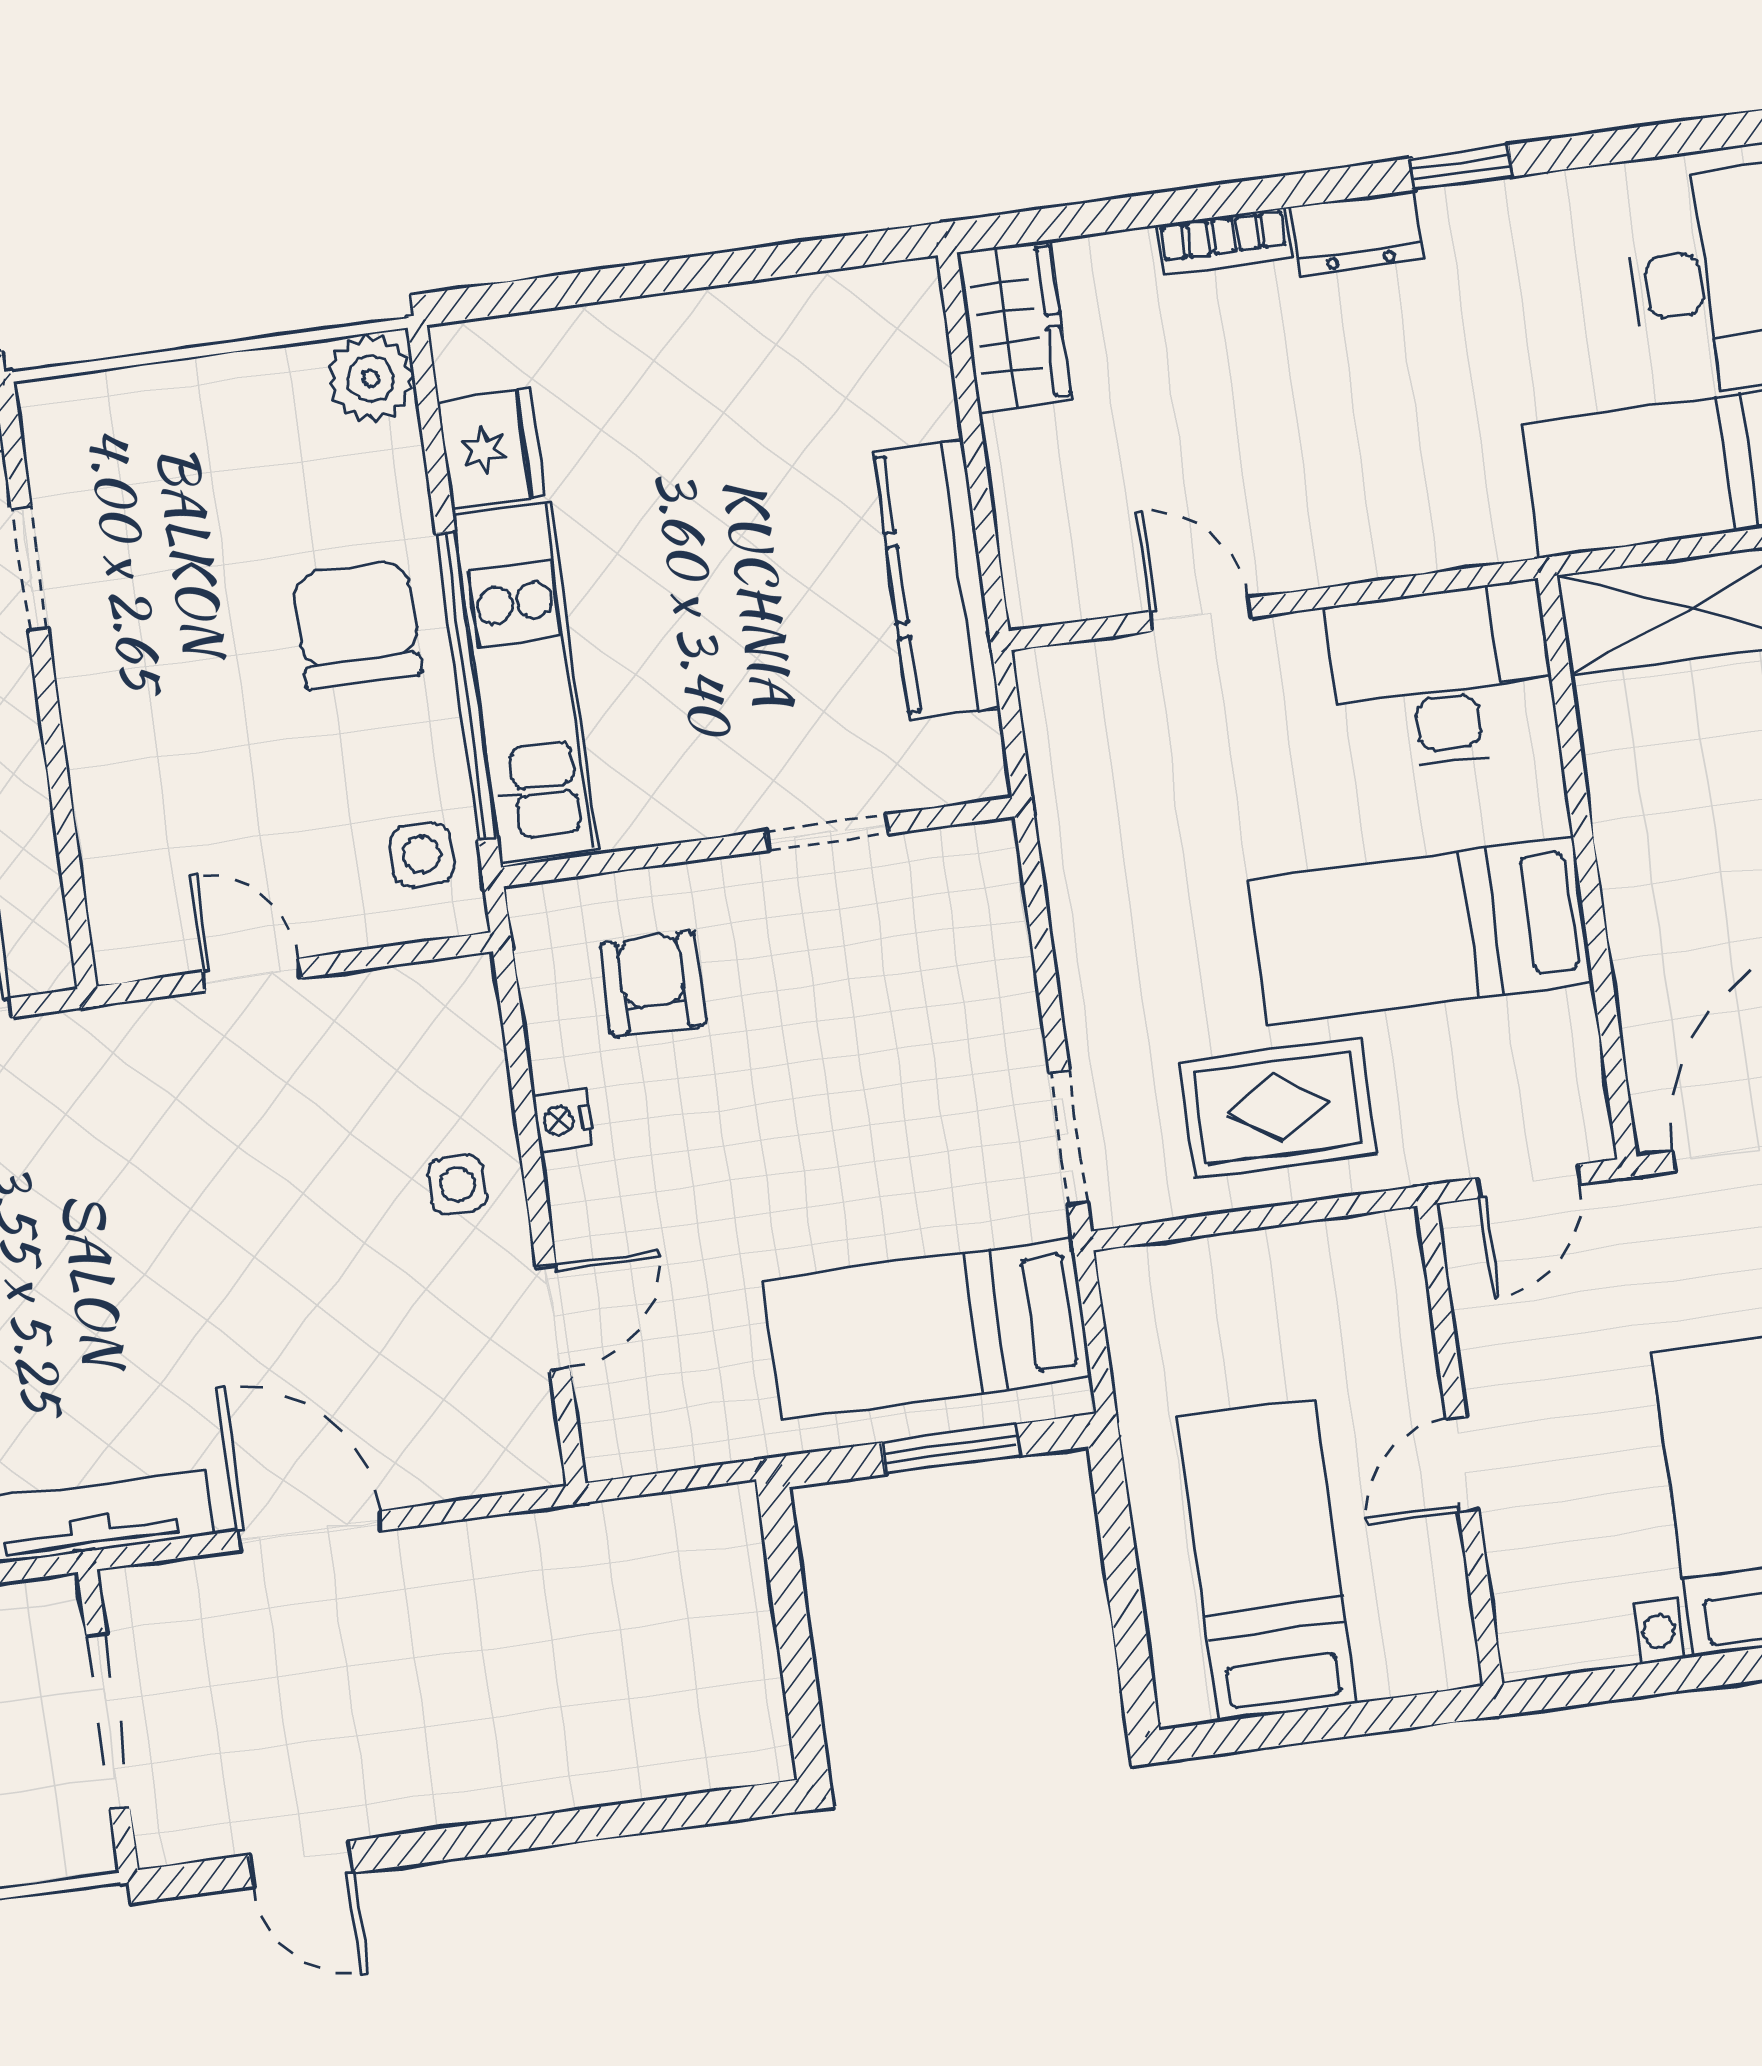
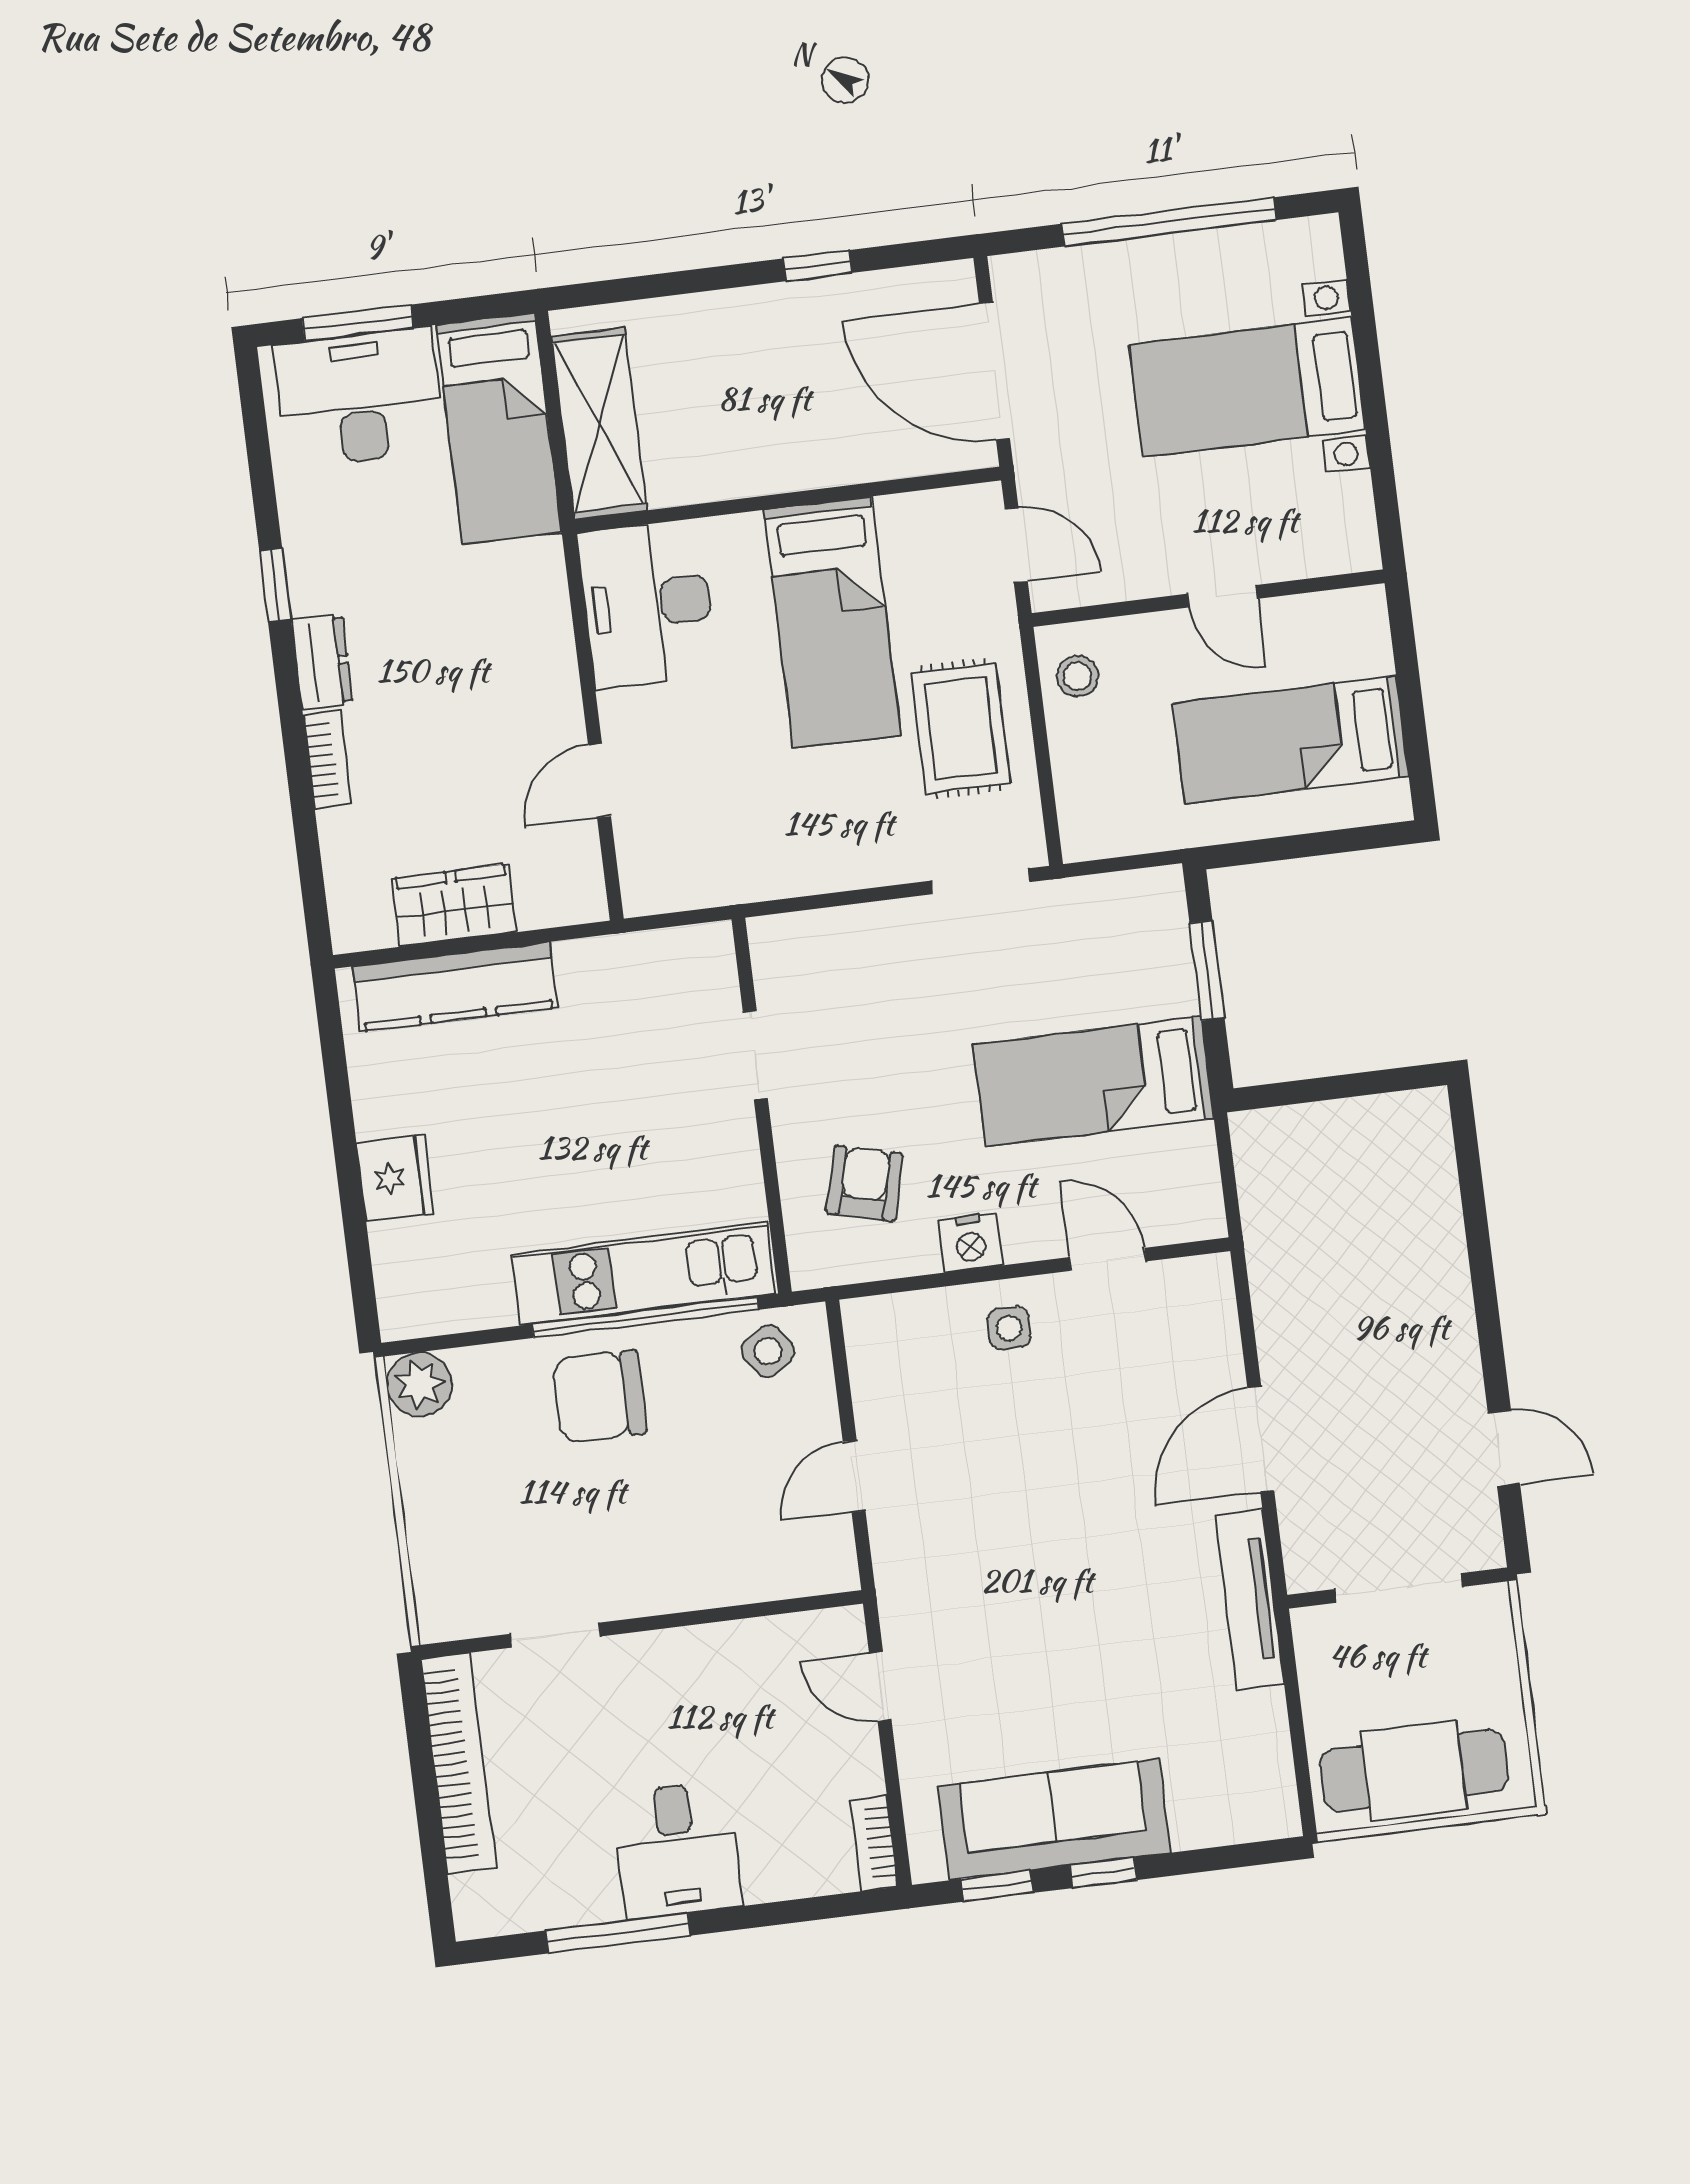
wardrobe: (1014, 326) -> (454, 905), moved
fridge: (491, 449) -> (395, 1178), moved, turned 90
kitchen counter: (937, 580) -> (455, 987), moved
side table: (422, 855) -> (768, 1351), turned -34
armchair: (653, 984) -> (865, 1183), turned 104
nightstand: (563, 1120) -> (970, 1243), width x1.39, depth x1.35
stool: (1351, 1267) -> (1077, 676), added
bed: (927, 1329) -> (1094, 1081), moved, turned 90
door: (301, 1864) -> (1504, 1448), hinge flipped

